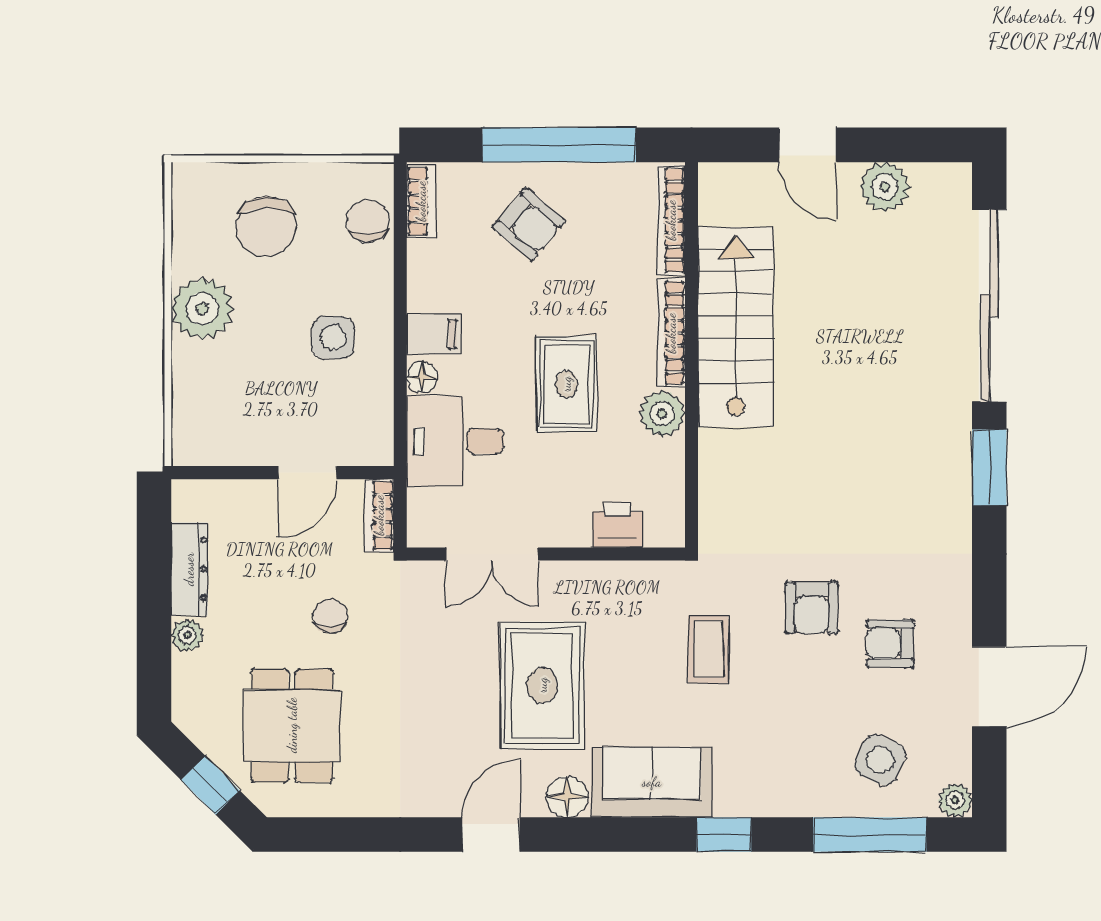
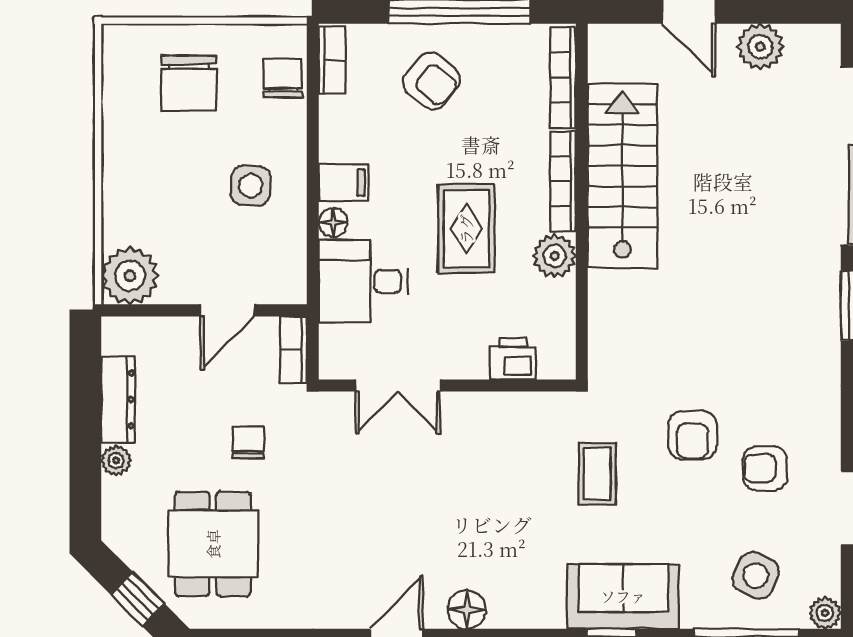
plant: (202, 309) -> (130, 276), moved
rug: (542, 685) -> (444, 507), removed
sofa: (652, 782) -> (623, 596), moved

